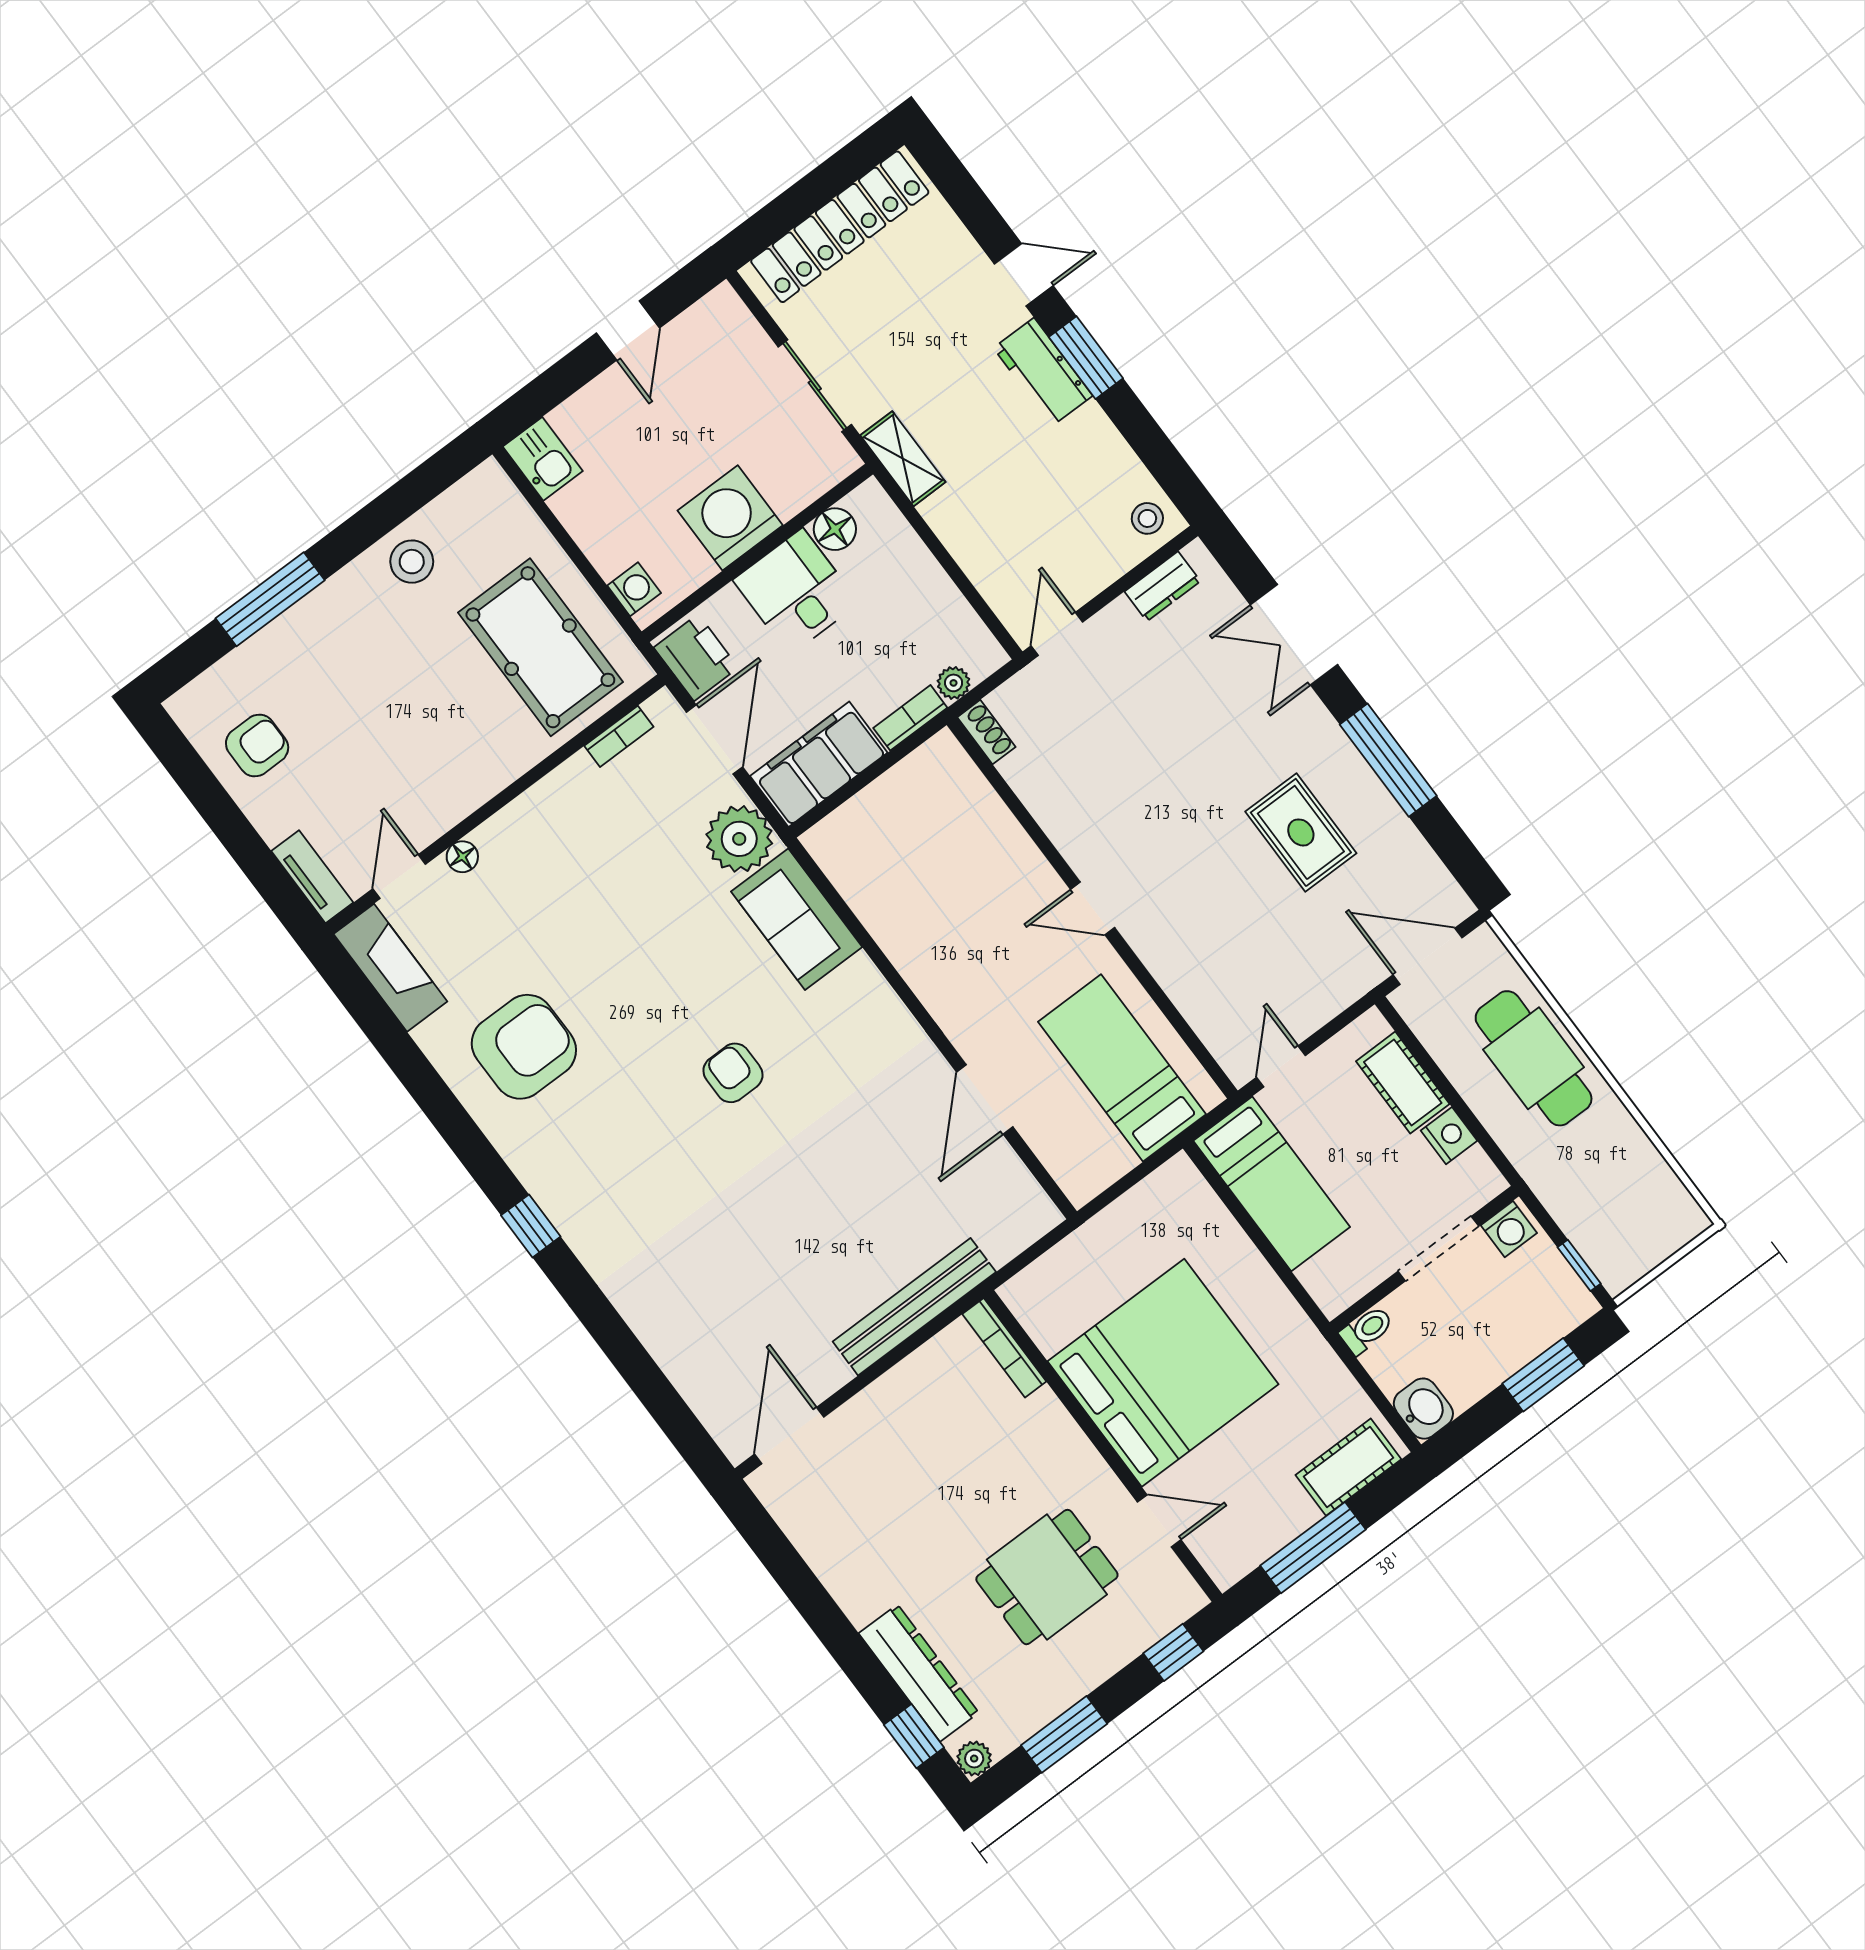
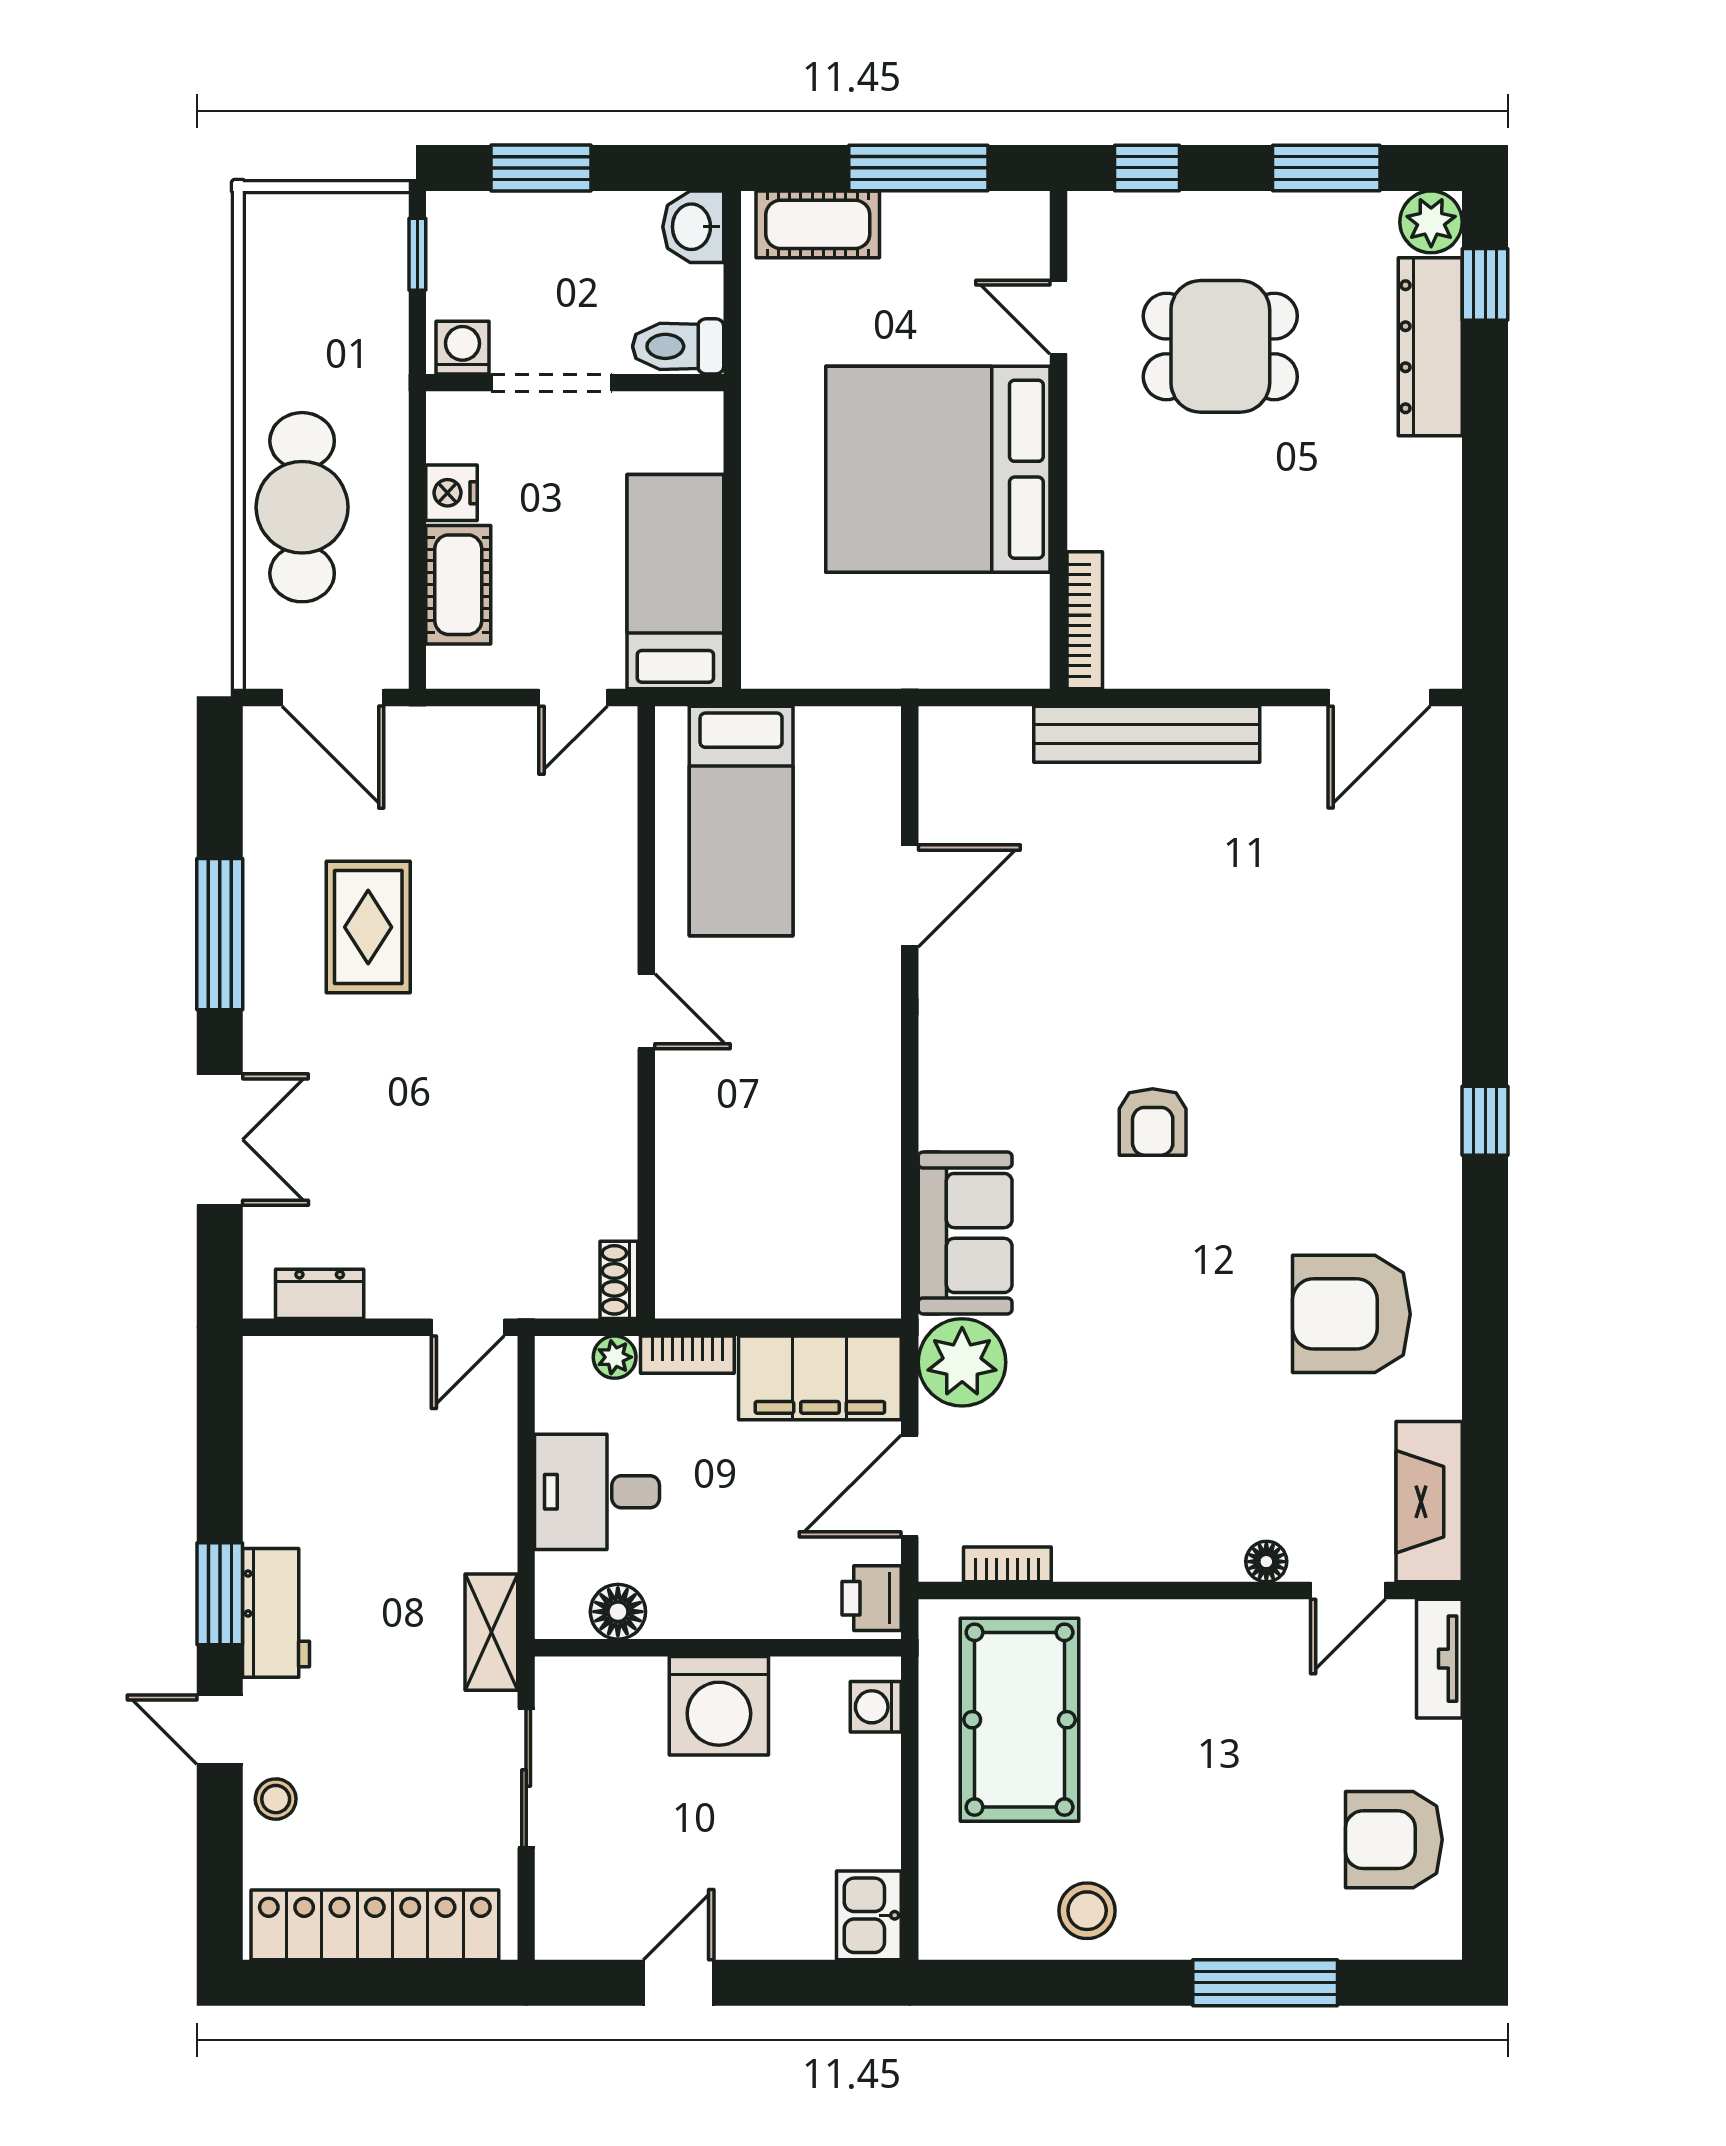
stool: (1147, 518) -> (276, 1799), moved
desk: (796, 592) -> (597, 1492), moved, turned 90
printer: (696, 658) -> (872, 1598), width x0.73, depth x0.81
armchair: (257, 745) -> (1394, 1840), width x1.38, depth x1.38
toilet: (1367, 1330) -> (678, 346), width x1.37, depth x1.39
plant: (974, 1759) -> (1431, 222), width x1.38, depth x1.38

